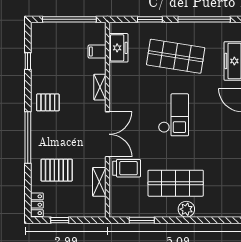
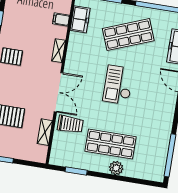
shop shelf: (176, 56) -> (128, 35), turned -30
checkout: (173, 115) -> (118, 85), turned 180

